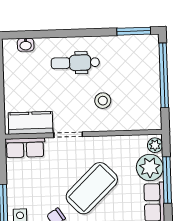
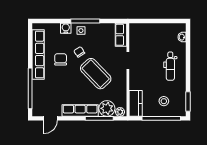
dental chair: (75, 63) -> (170, 66), turned 180
stool: (103, 101) -> (164, 101), moved
kitchen counter: (31, 123) -> (136, 103), moved

